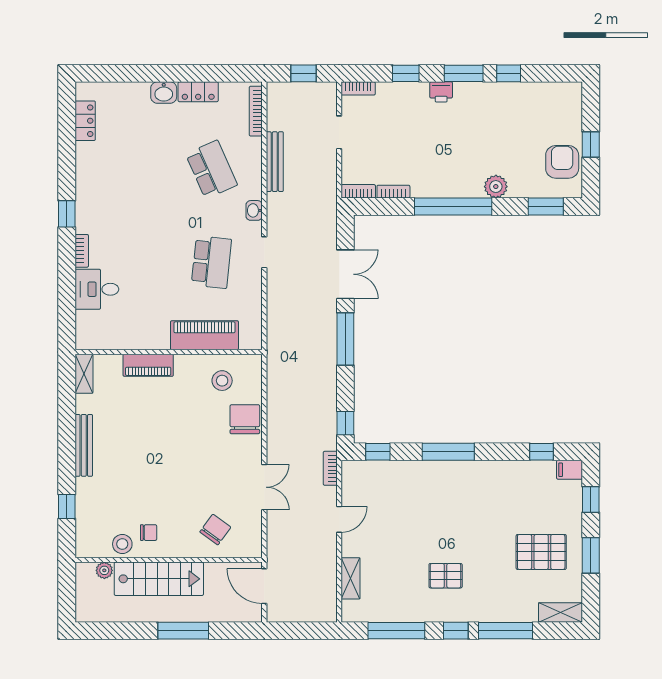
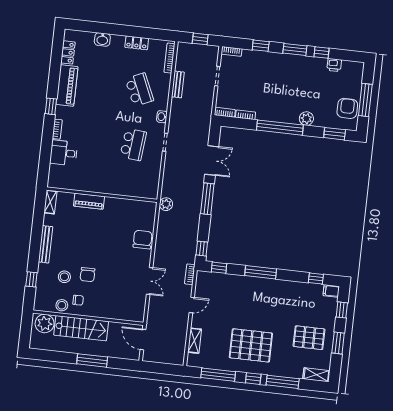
printer: (441, 92) -> (334, 65), moved
washbasin: (164, 93) -> (102, 39), moved
window: (591, 144) -> (365, 100), width x2.17
bench: (275, 162) -> (178, 84), width x0.73
piano: (204, 335) -> (67, 86), moved, turned 90
plant: (277, 356) -> (166, 204), added
stool: (222, 381) -> (64, 277), moved
chair: (215, 530) -> (88, 275), moved, turned 144
plant: (104, 570) -> (45, 323), width x1.88, depth x1.88
pallet: (446, 576) -> (251, 345), width x2.05, depth x2.00

